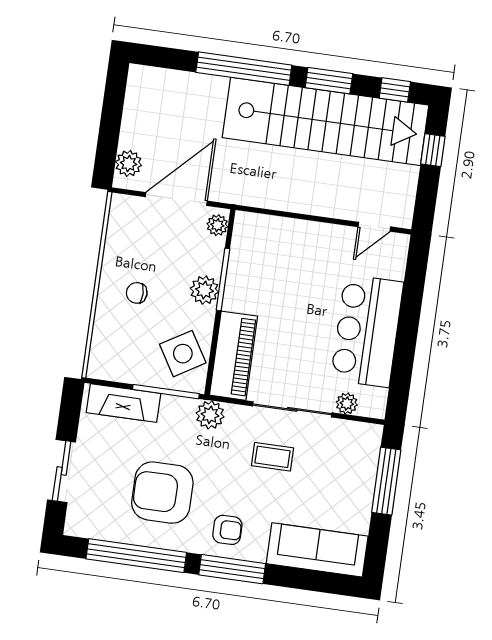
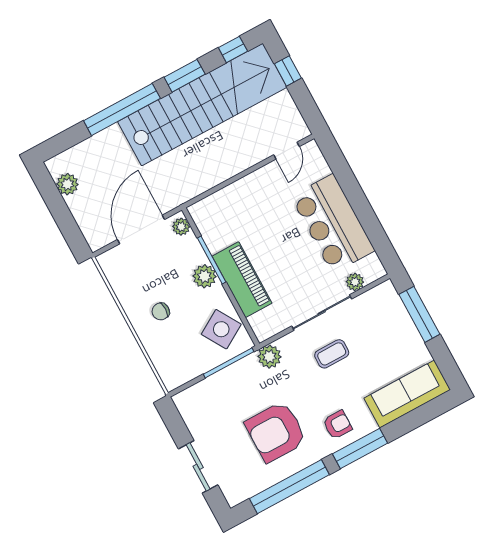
plant: (129, 163) -> (67, 184), moved
piano: (234, 356) -> (242, 280), moved
fireplace: (123, 403) -> (206, 391), removed

